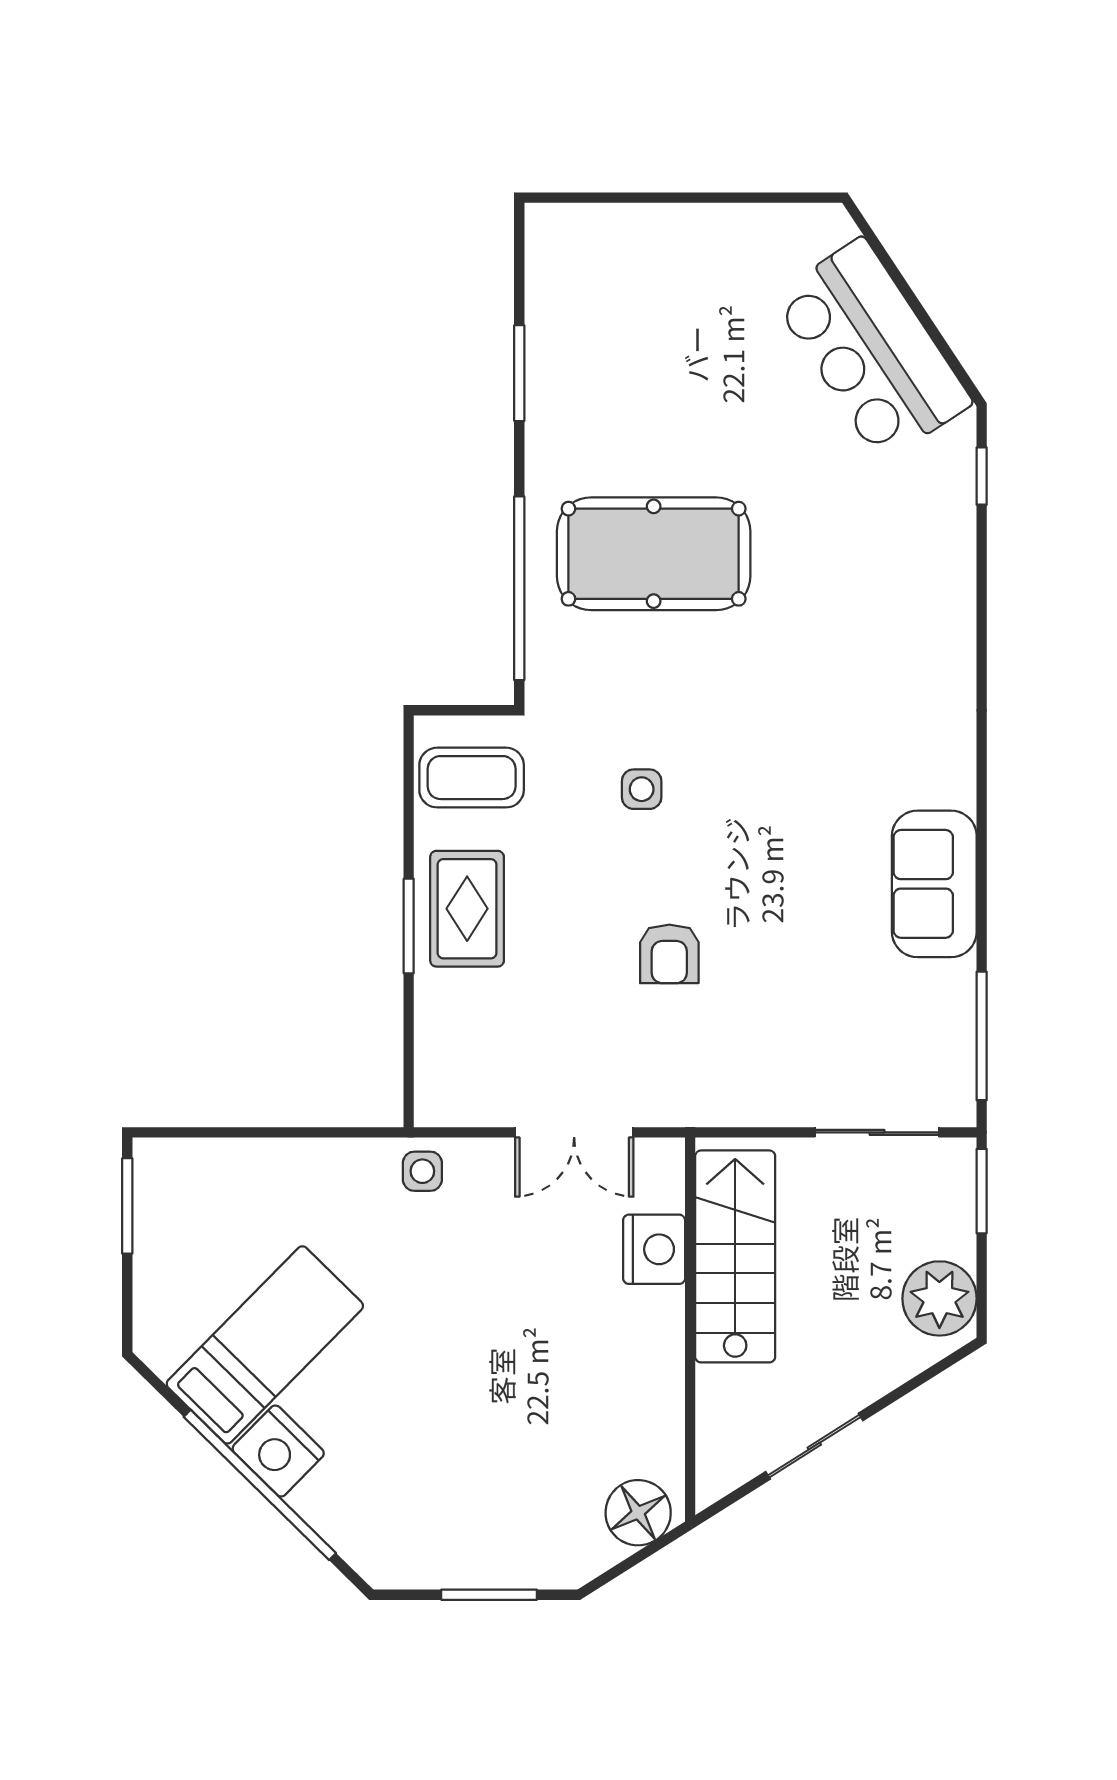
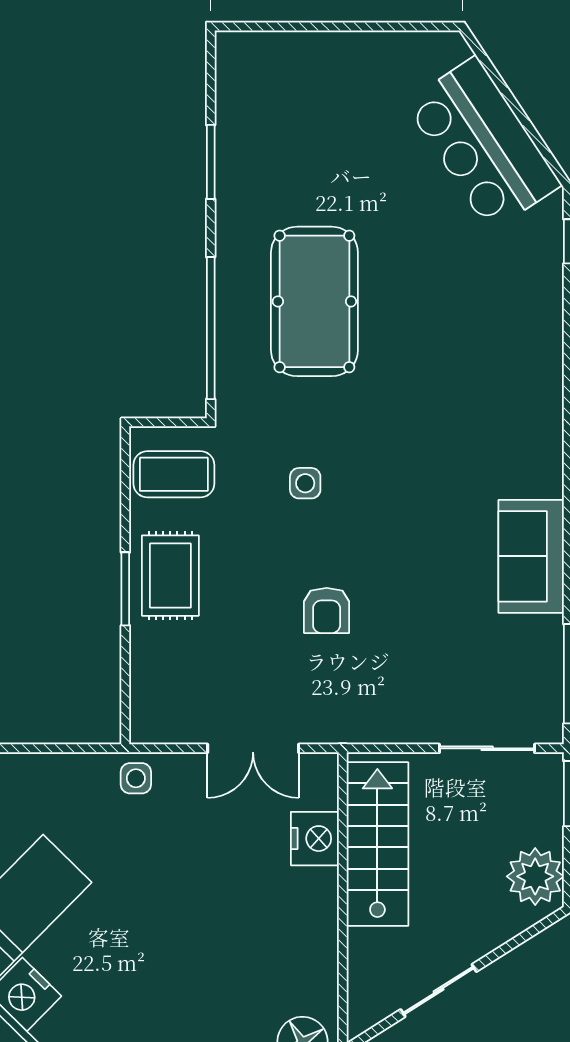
pool table: (654, 554) -> (314, 301), turned 90

